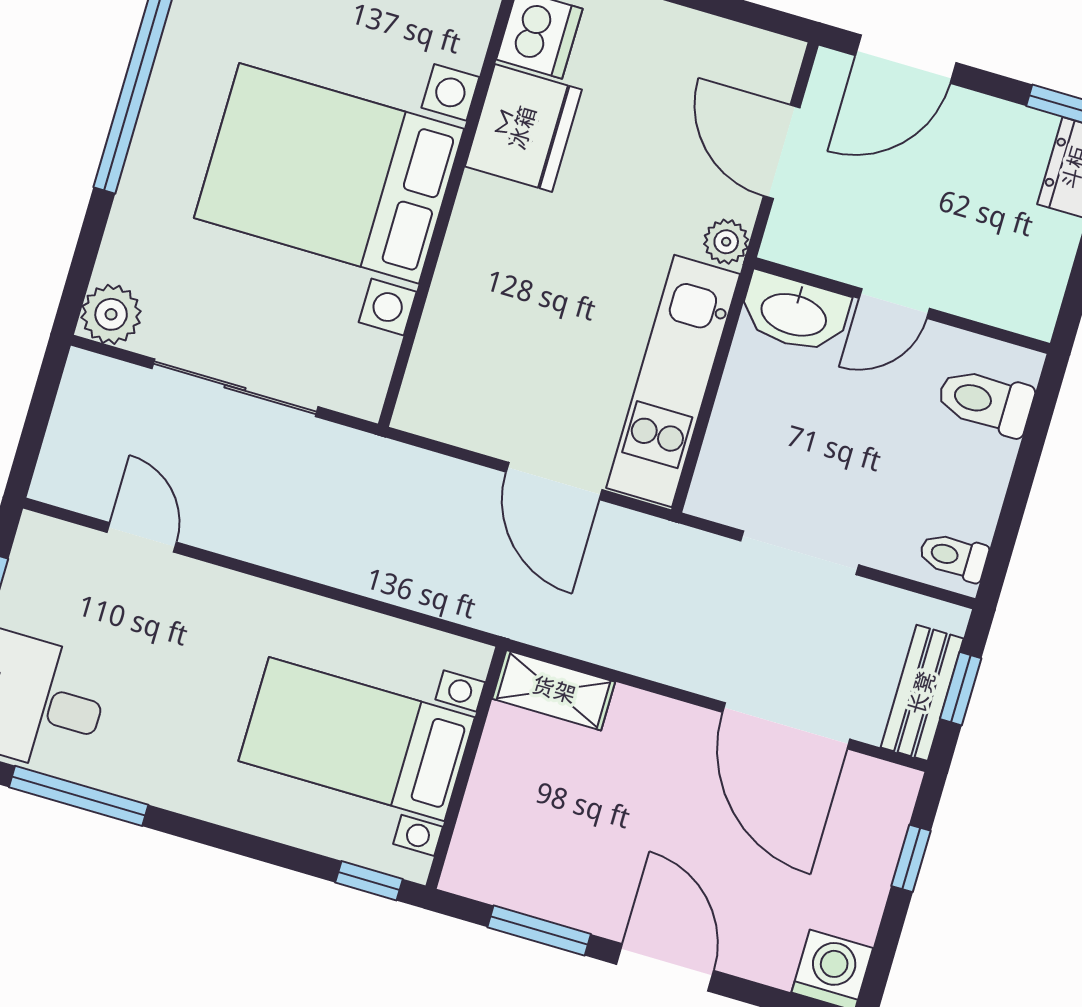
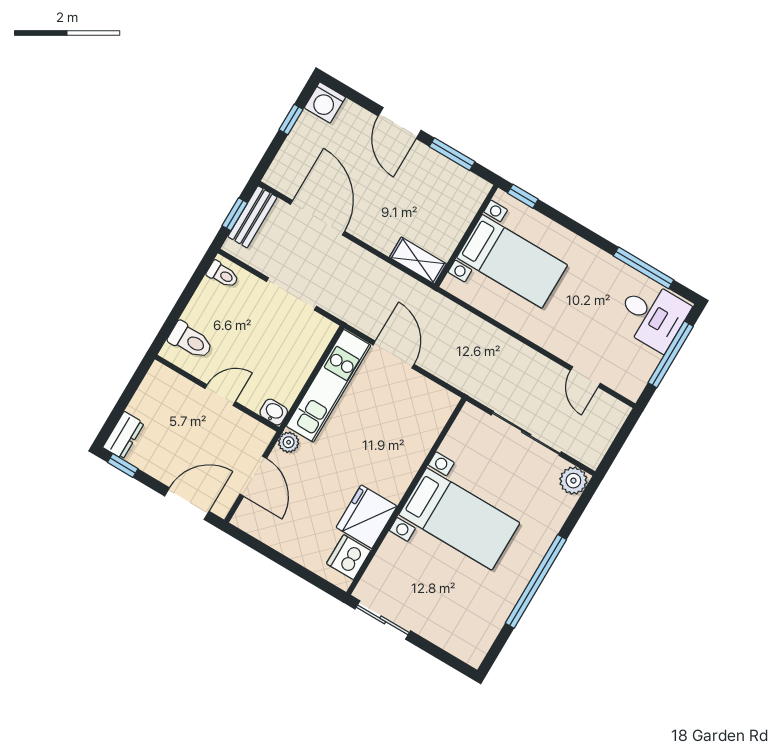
bed with nightstands: (329, 173) -> (459, 519), width x0.73
washbasin: (794, 313) -> (274, 412), width x0.52, depth x0.69
window: (911, 858) -> (291, 120), moved

